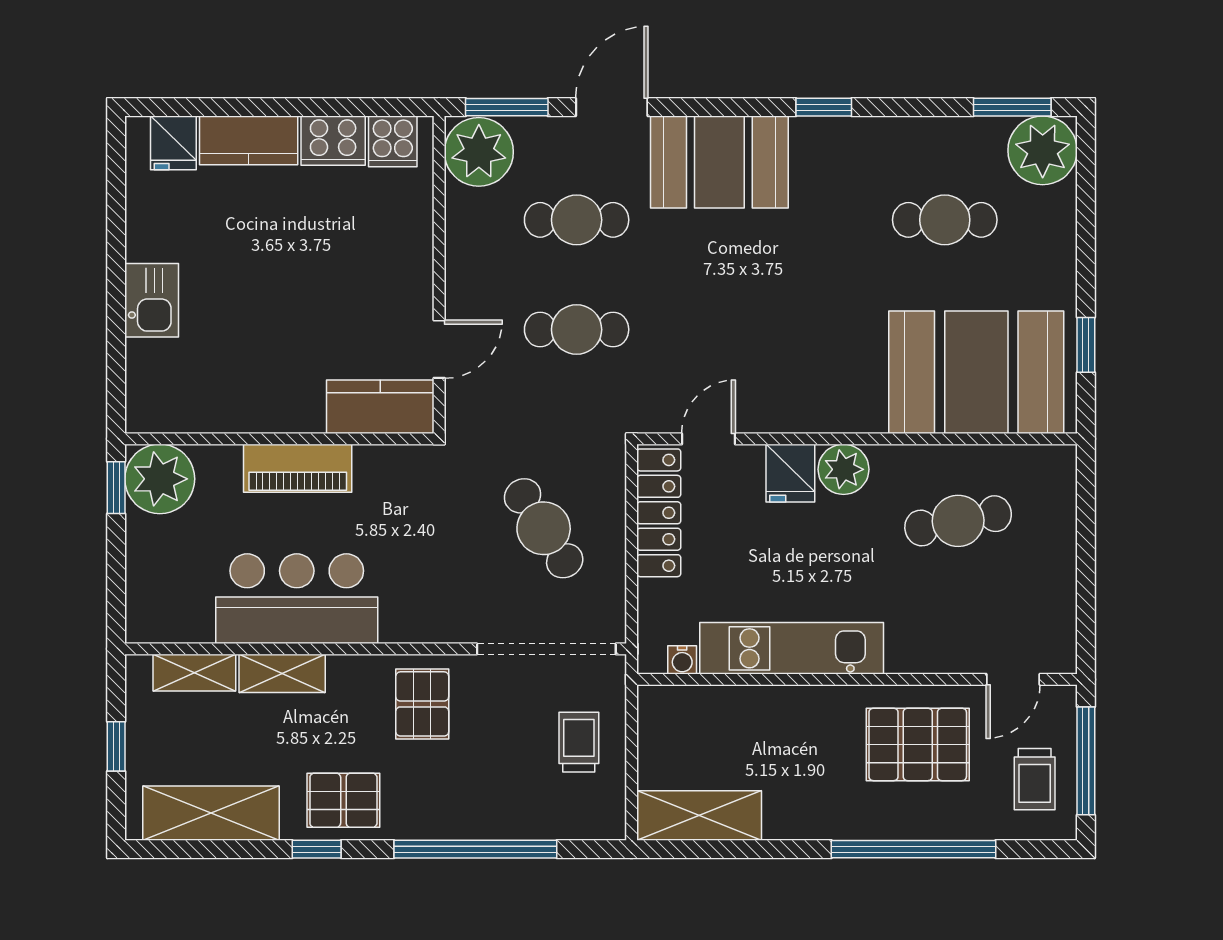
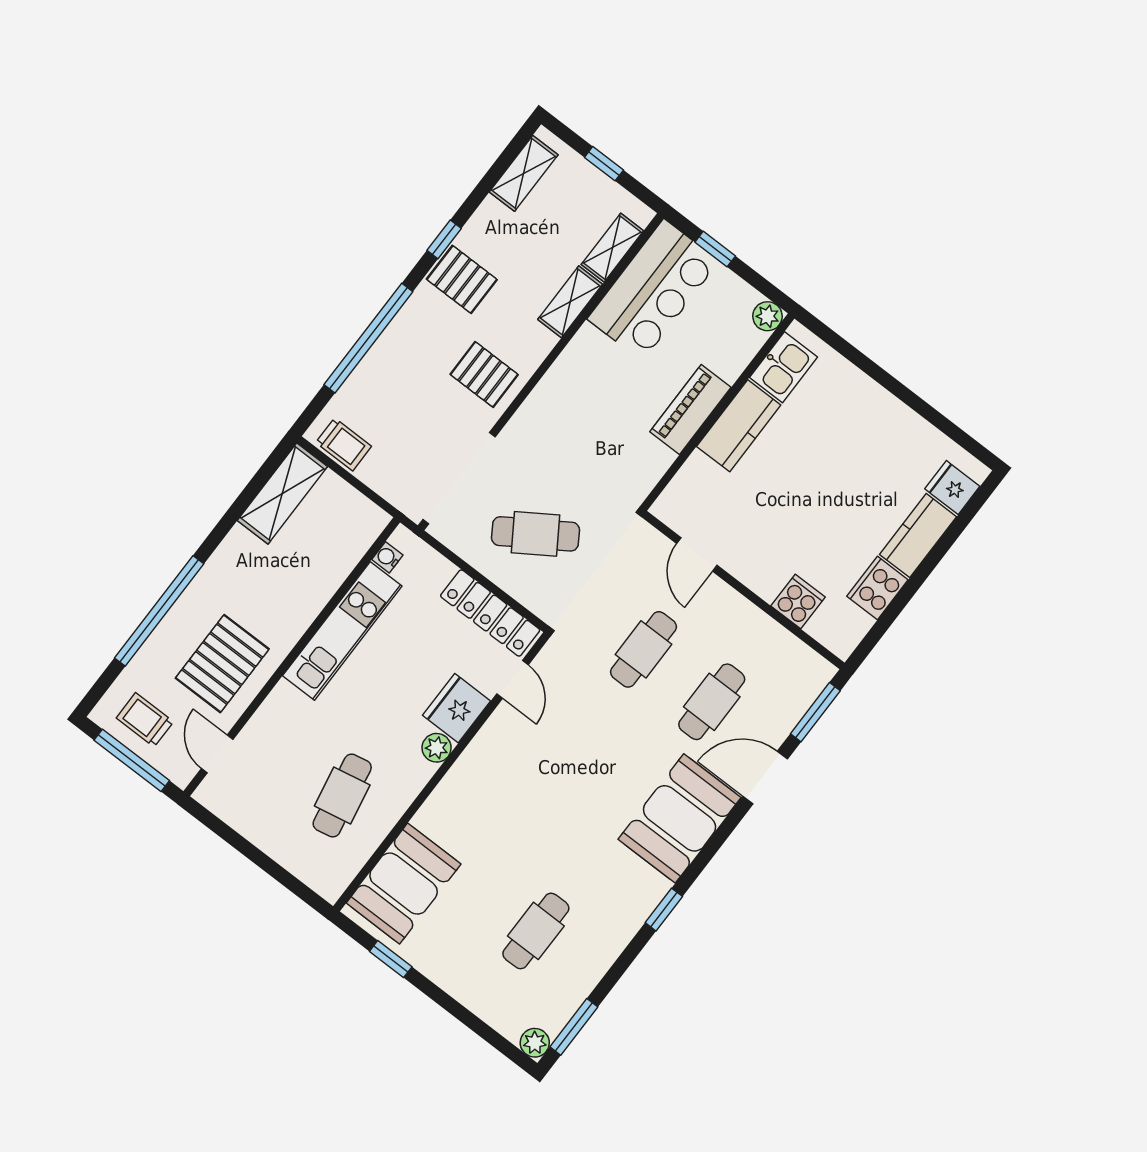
door: (612, 107) -> (765, 778), swing flipped
cooker: (393, 141) -> (798, 602), moved, turned 90
plant: (1043, 150) -> (535, 1043), width x0.53, depth x0.53
plant: (479, 152) -> (801, 673), removed
kitchen sink: (152, 300) -> (784, 367), moved, turned -90
booth: (976, 372) -> (404, 884), width x0.73, depth x0.70
kitchen counter: (380, 407) -> (739, 426), moved
plant: (844, 469) -> (437, 748), width x0.73, depth x0.73
fridge: (790, 473) -> (456, 708), width x1.38
plant: (160, 479) -> (767, 316), width x0.53, depth x0.53
window: (116, 488) -> (715, 249), moved
bar counter: (297, 599) -> (653, 290), moved
trolley: (579, 742) -> (344, 444), moved
pallet: (343, 800) -> (462, 279), turned 90
shelving: (211, 813) -> (524, 173), width x0.67, depth x0.75

